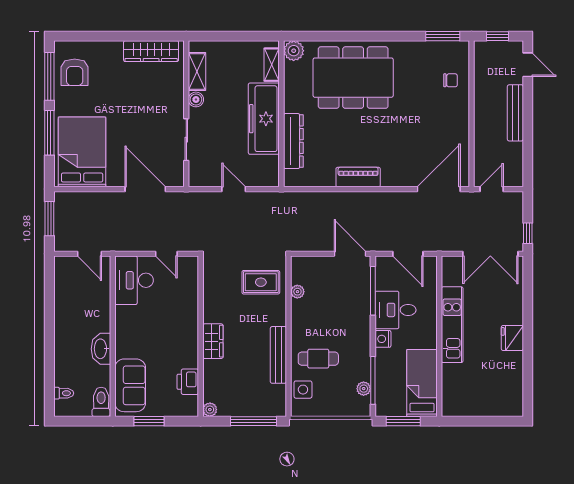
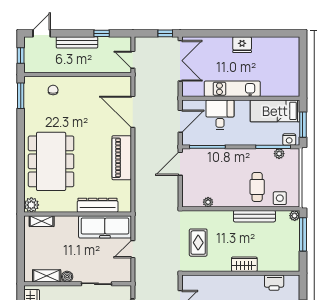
freezer: (264, 119) -> (105, 227), moved
window: (528, 147) -> (102, 33), added
piano: (358, 177) -> (122, 158), width x1.37, depth x1.33
door: (439, 189) -> (133, 112), moved
rug: (261, 282) -> (198, 243), moved
desk: (395, 310) -> (220, 115), moved, turned 180
nightstand: (383, 339) -> (289, 140), moved
plant: (210, 410) -> (295, 216), moved

